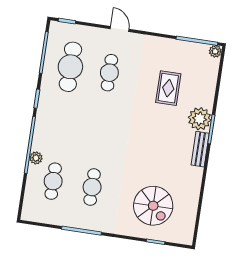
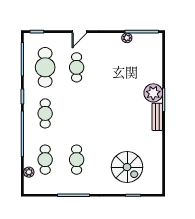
door: (120, 29) -> (79, 32), swing flipped
plant: (215, 51) -> (127, 38), moved
rug: (168, 88) -> (125, 73), removed
cafe table: (62, 124) -> (45, 113), added
plant: (36, 158) -> (29, 172), moved

